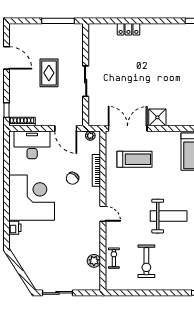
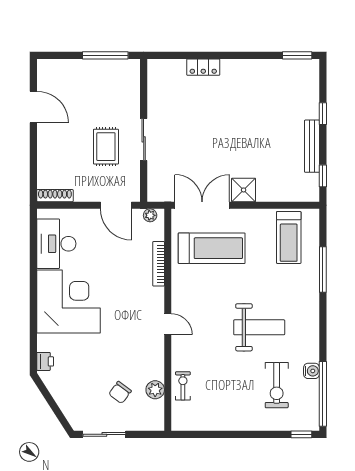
rug: (49, 73) -> (106, 147), moved
window: (6, 110) -> (33, 180), removed
desk: (32, 145) -> (56, 244), moved, turned -90
treadmill: (135, 159) -> (212, 248), width x1.37, depth x1.38
chair: (72, 178) -> (120, 392), moved
printer: (15, 228) -> (45, 361), moved
exercise bike: (146, 261) -> (277, 385), moved

